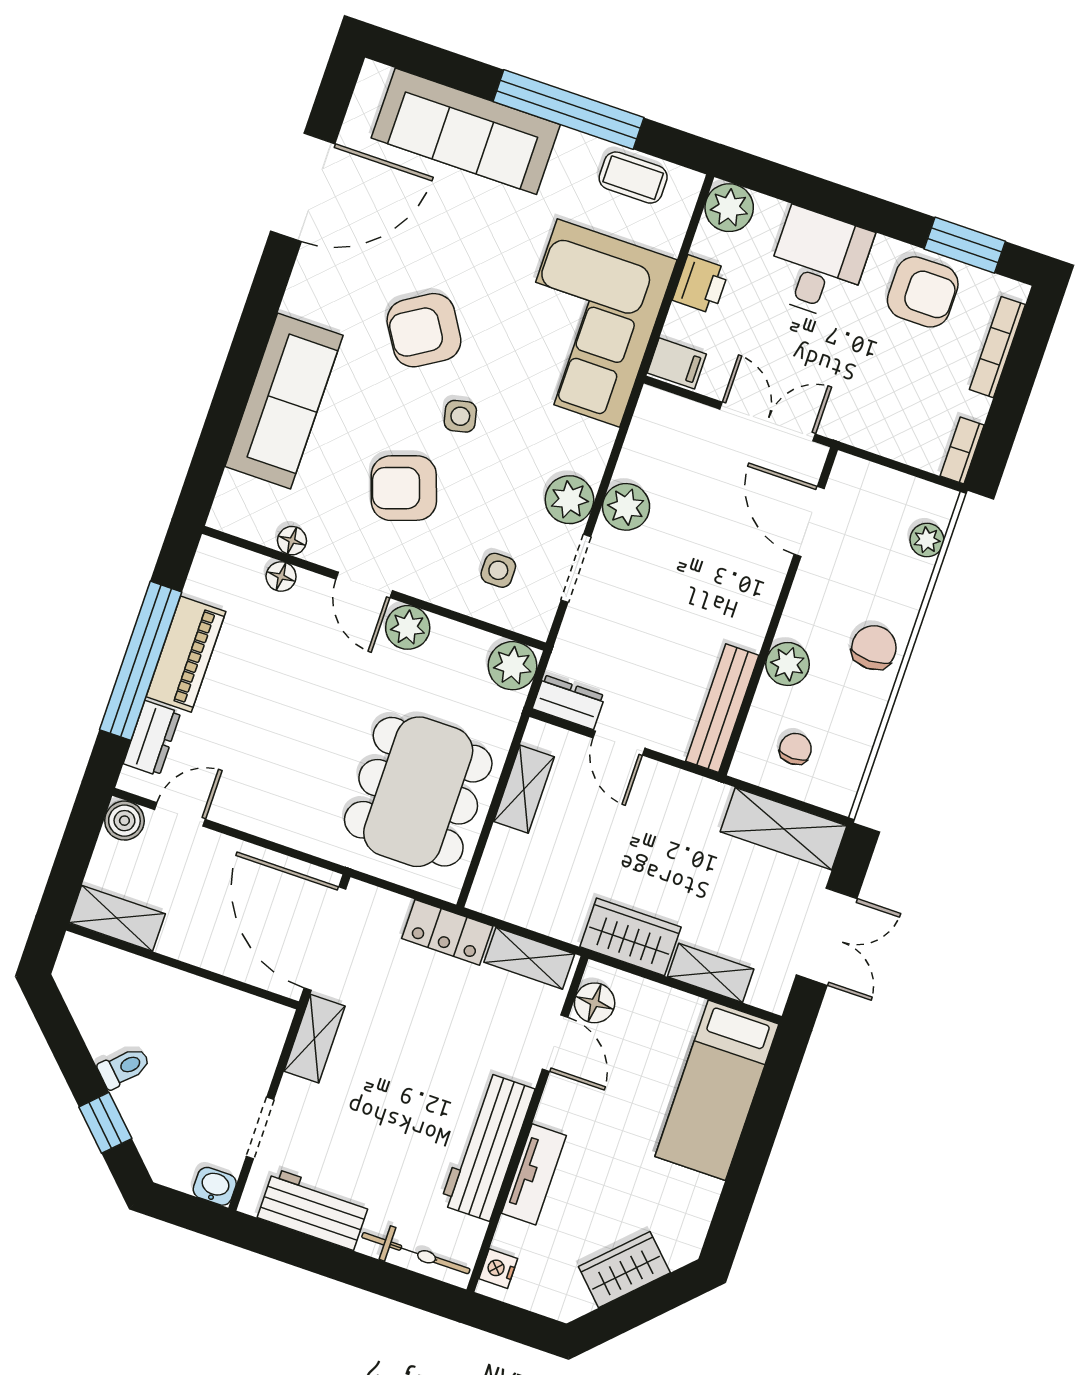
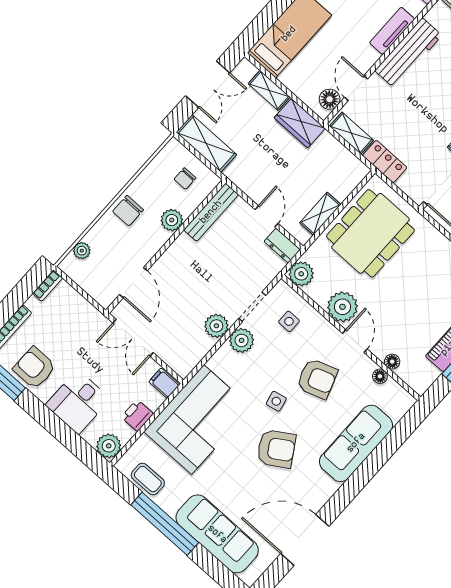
plant: (408, 627) -> (343, 307), width x1.36, depth x1.36
double door: (827, 937) -> (208, 84), swing flipped

